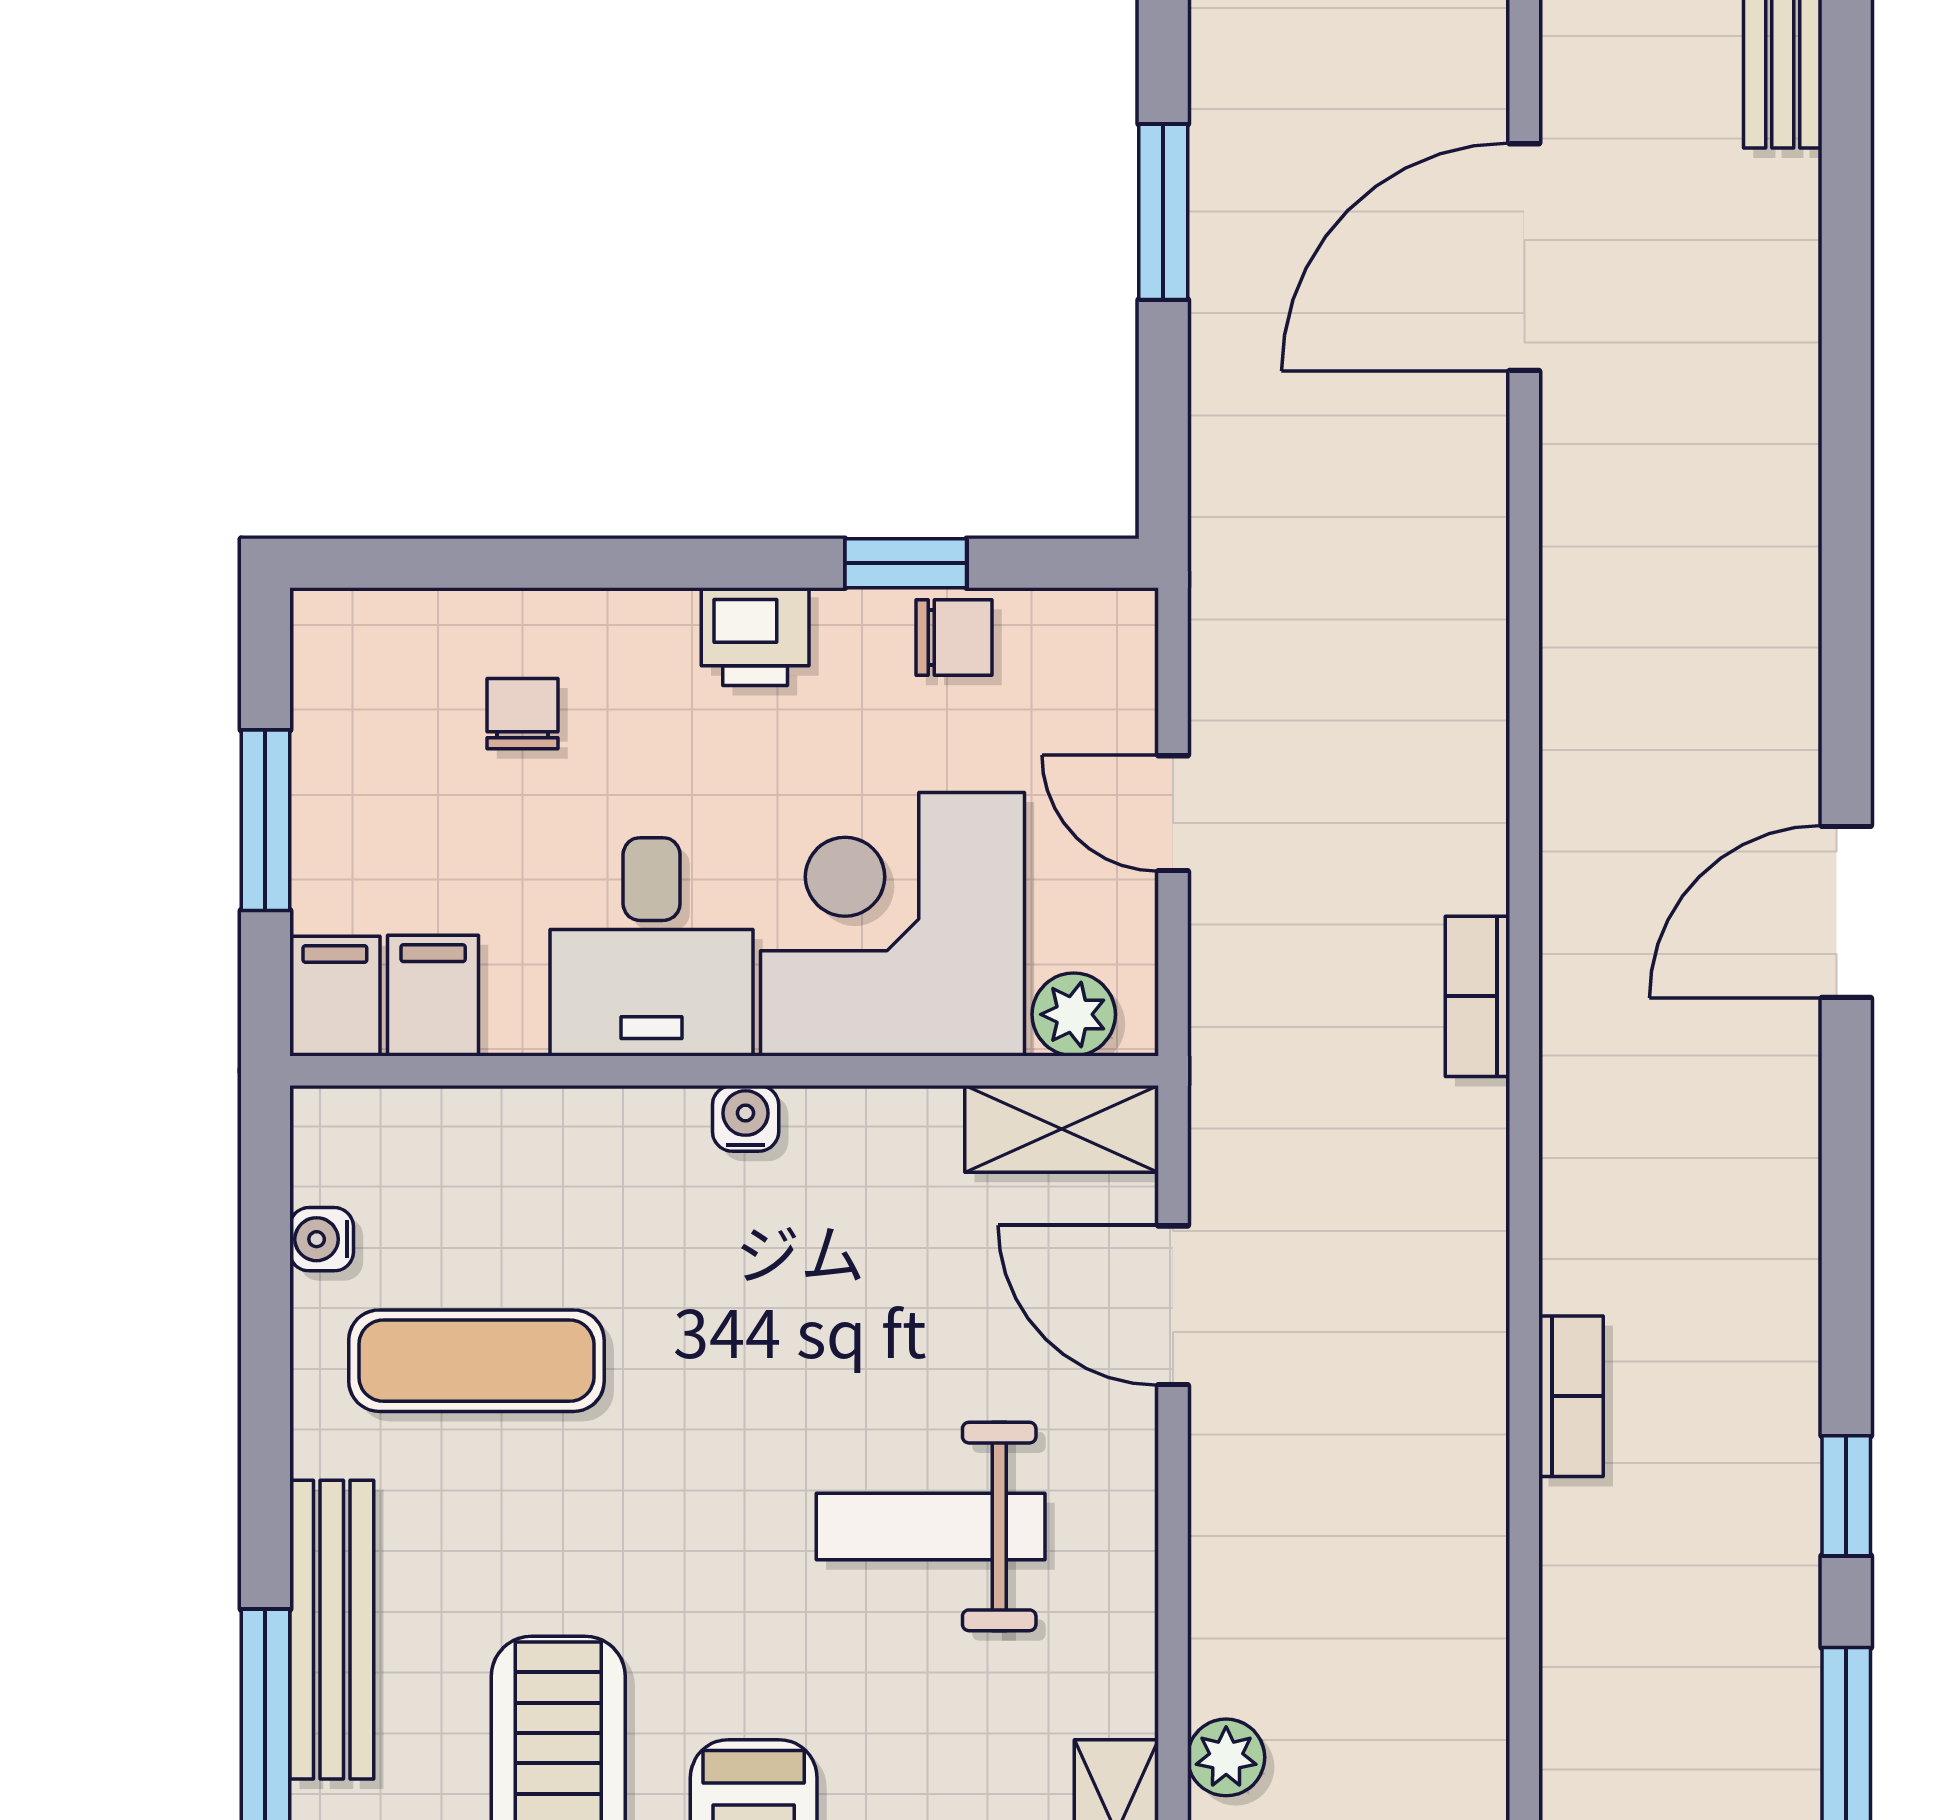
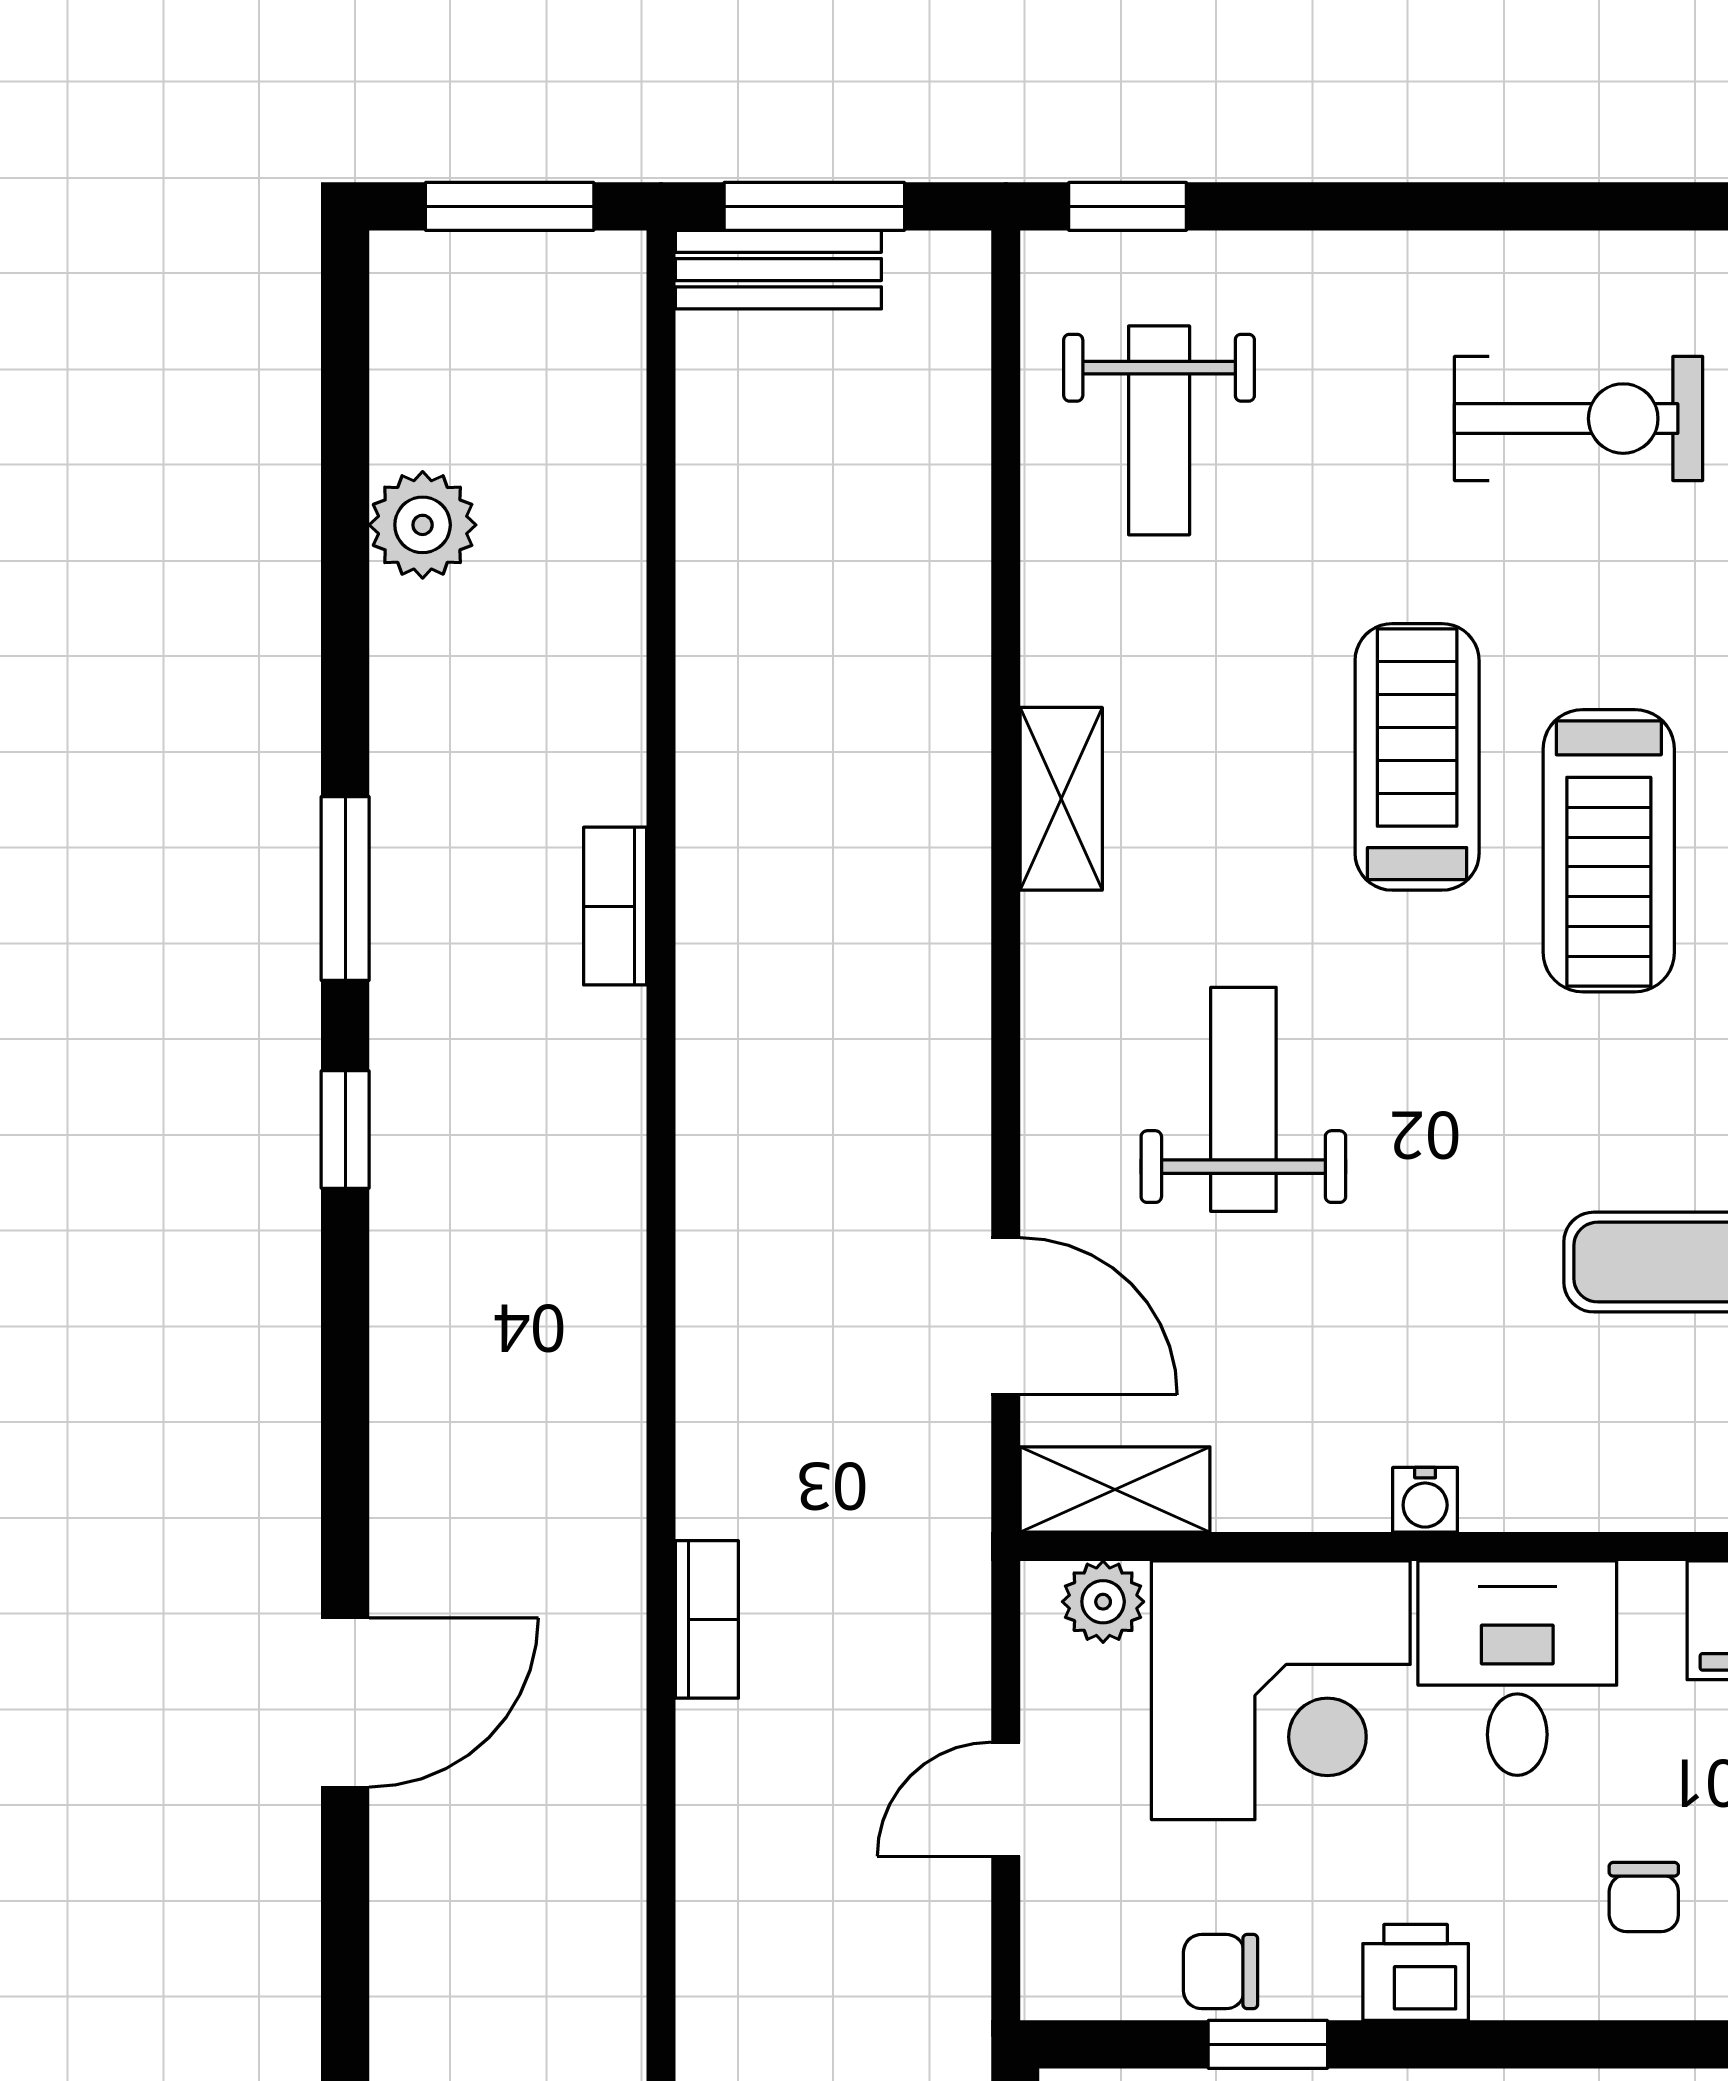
door: (1173, 813) -> (1006, 1799), swing flipped
bookcase: (1571, 1396) -> (615, 906), moved
weight bench: (931, 1526) -> (1243, 1099), turned -90
plant: (1226, 1757) -> (954, 873), removed

